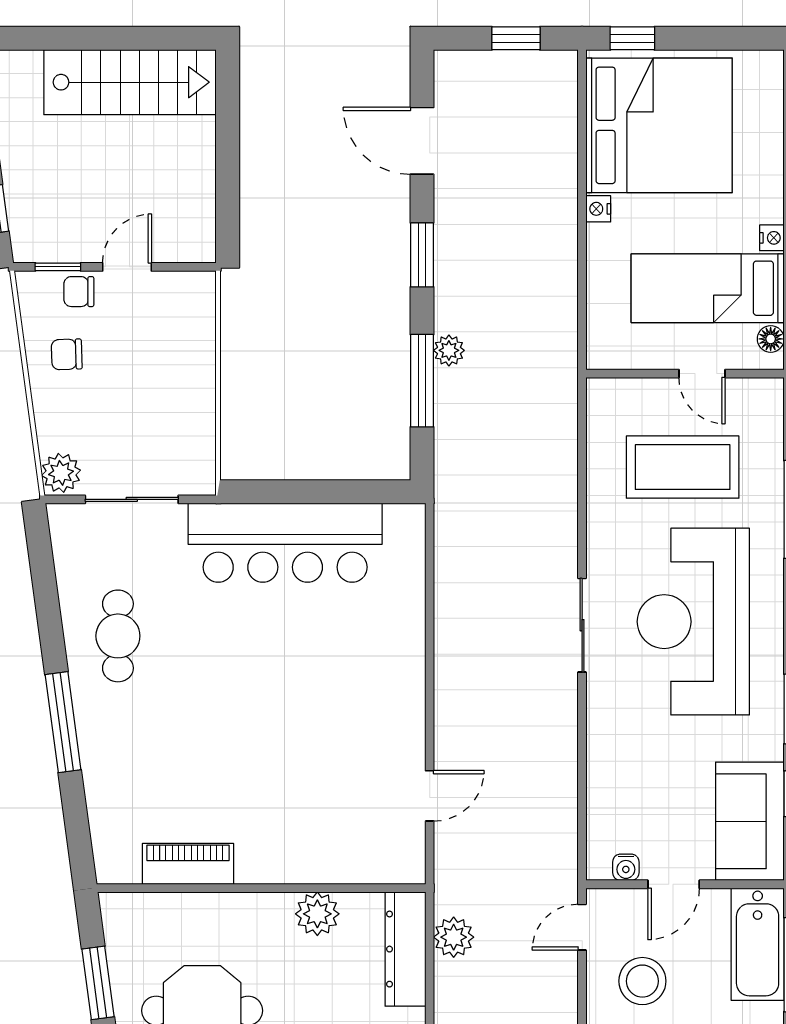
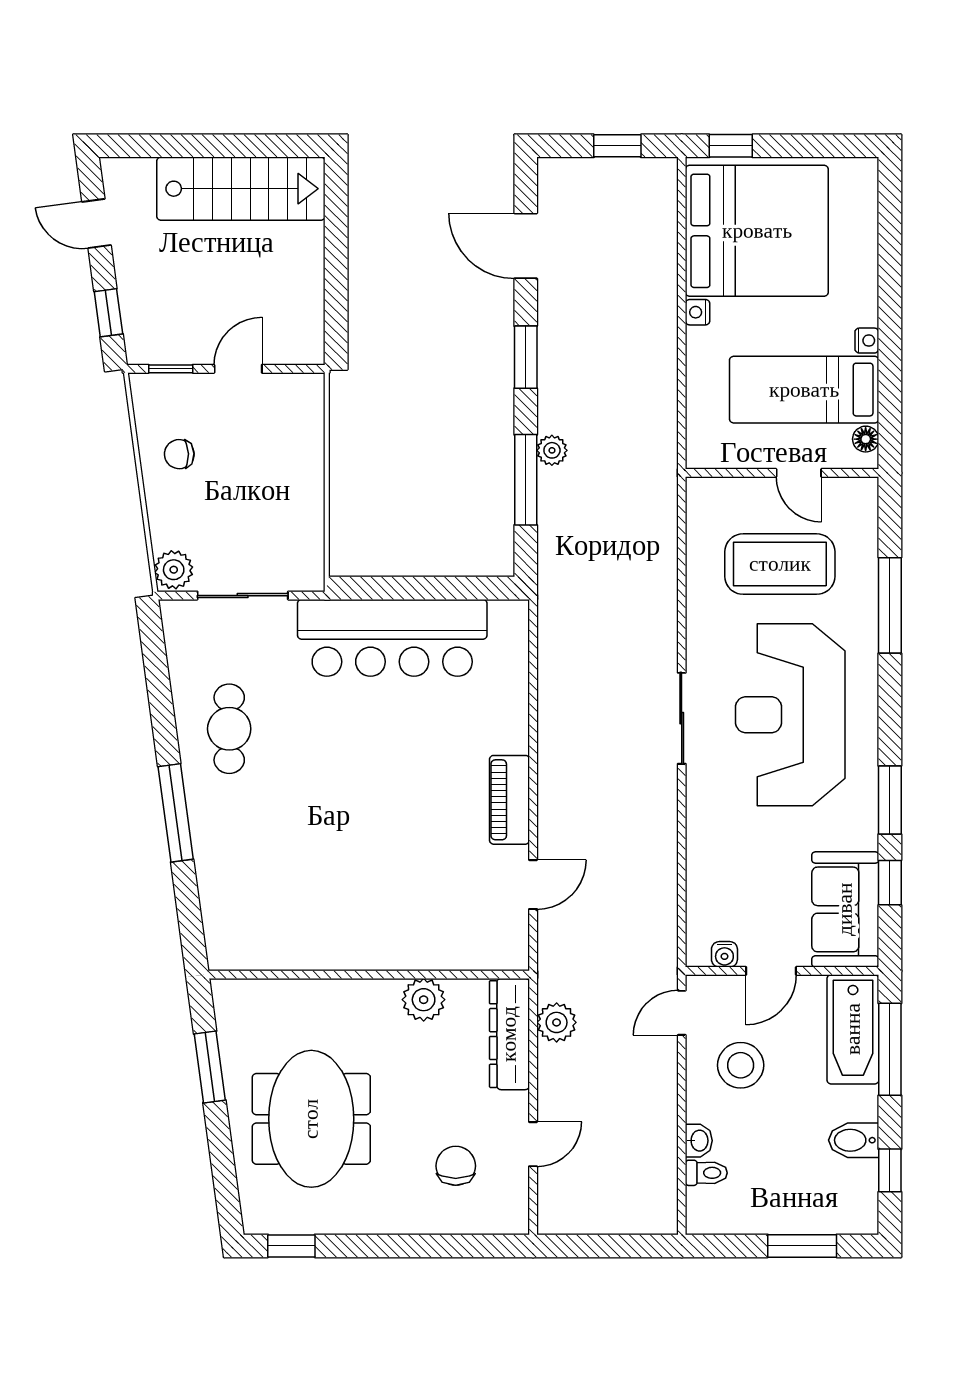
chair: (79, 292) -> (191, 393), removed
piano: (188, 864) -> (509, 800), moved, turned -90

